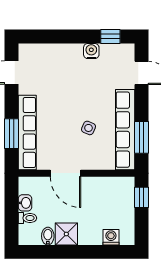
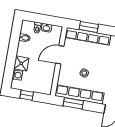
window: (141, 197) -> (27, 95), moved
shower: (66, 234) -> (21, 63), moved

